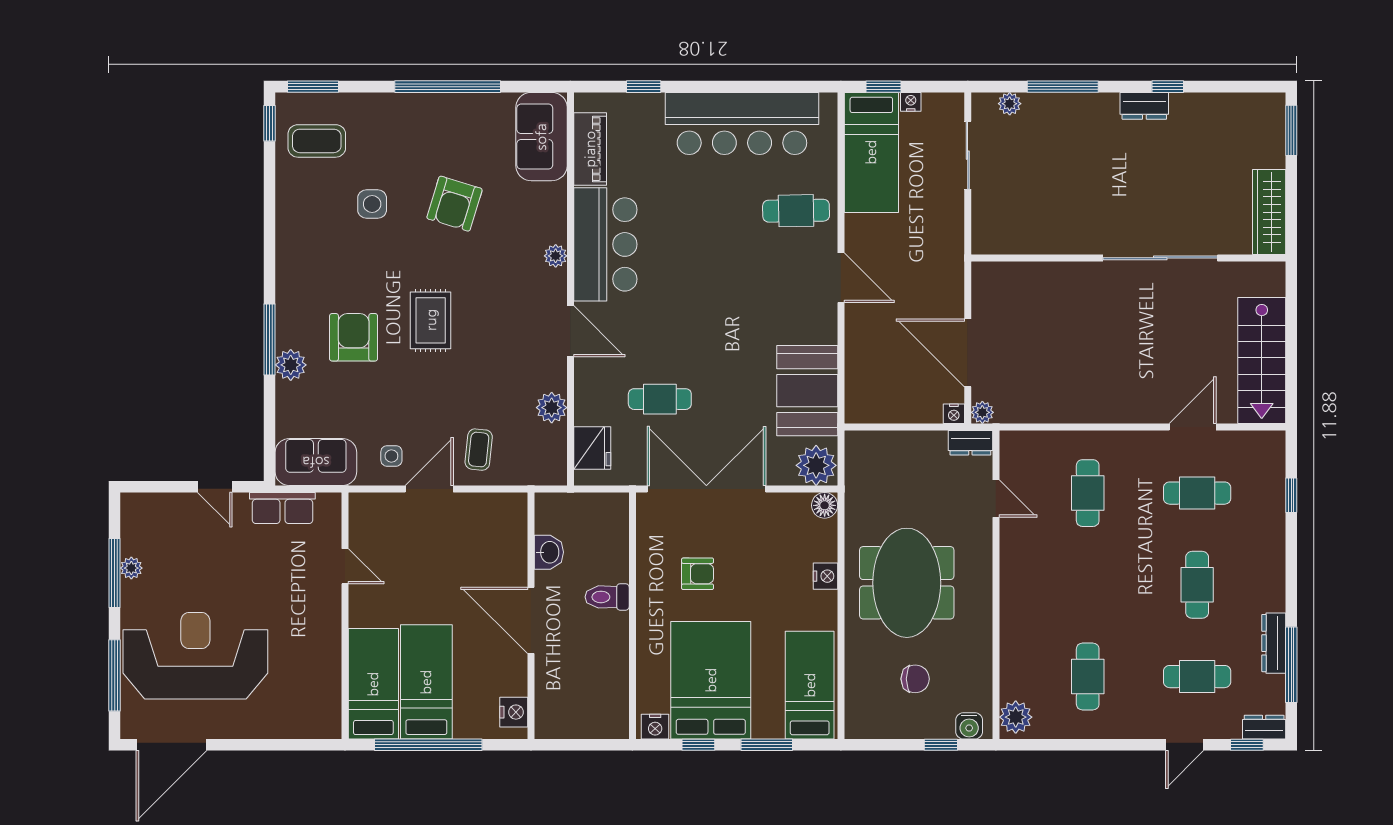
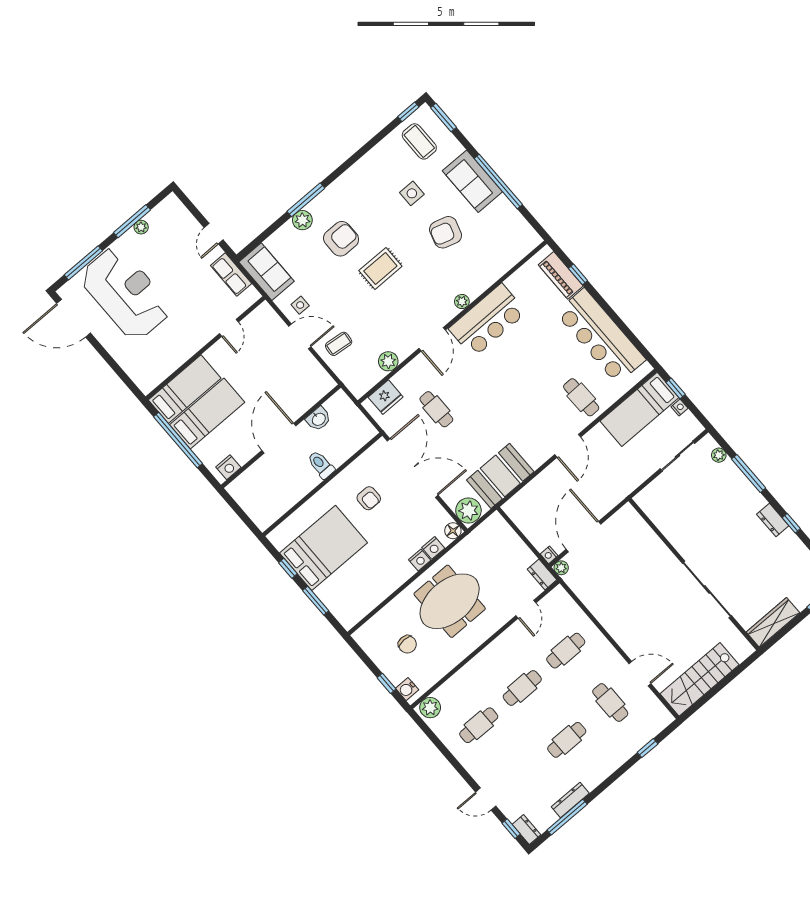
sofa: (541, 137) -> (472, 181), moved, turned -90
piano: (590, 149) -> (561, 275), moved, turned 90
cafe table: (1197, 677) -> (522, 688), moved, turned 90
bed: (810, 685) -> (361, 597), removed
nightstand: (655, 727) -> (433, 548), moved, turned -90

